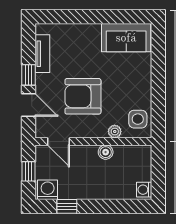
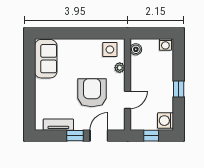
armchair: (83, 96) -> (92, 93), turned 180
door: (58, 141) -> (128, 100), moved
boiler: (106, 152) -> (136, 49), moved
window: (67, 206) -> (179, 89), moved

